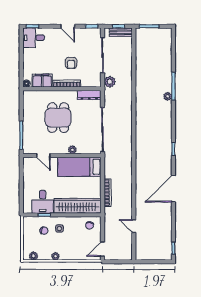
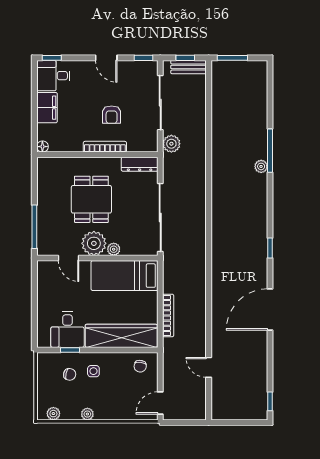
filing cabinet: (42, 81) -> (47, 108), moved, turned 90
plant: (60, 146) -> (94, 243), added

